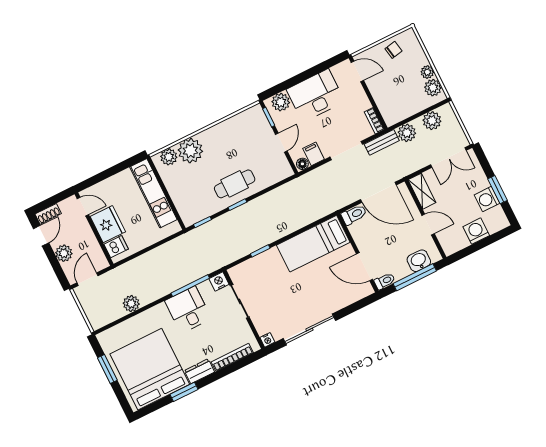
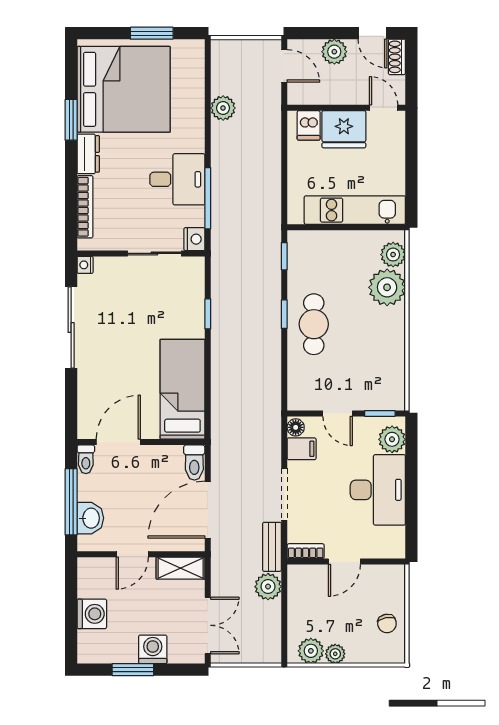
door: (357, 71) -> (344, 561), moved
plant: (432, 121) -> (268, 628), removed
double door: (448, 158) -> (208, 625), swing flipped
washing machine: (487, 199) -> (153, 649), moved
door: (83, 207) -> (384, 108), swing flipped

